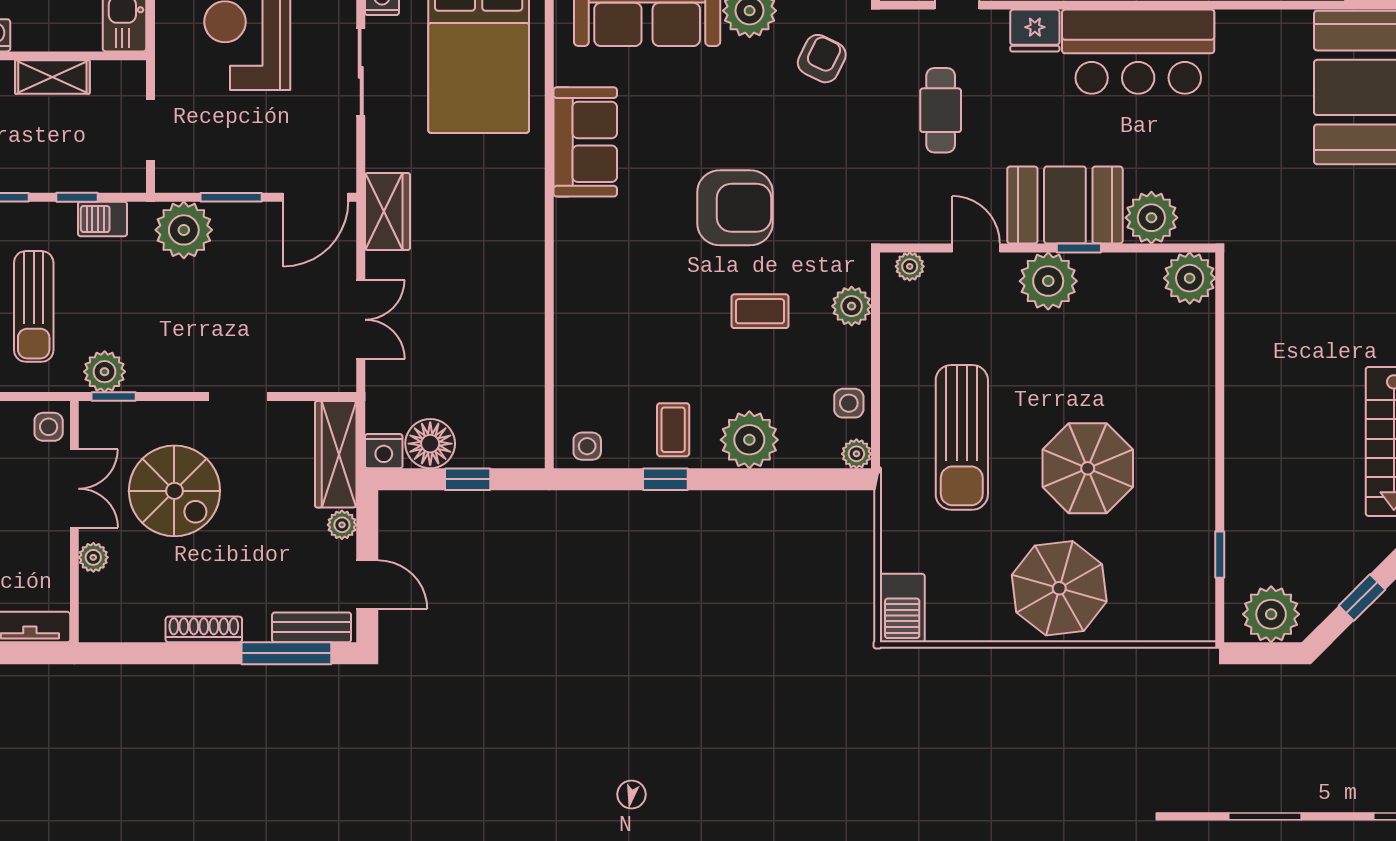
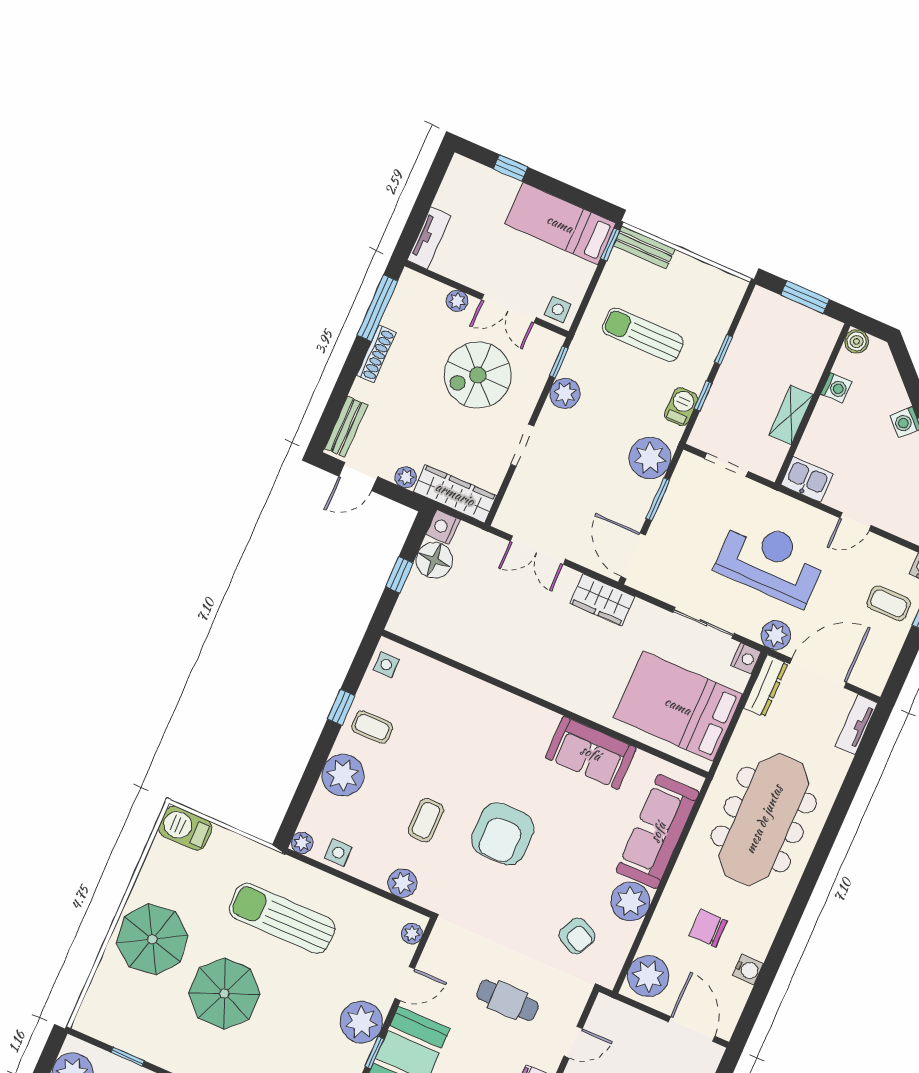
plant: (105, 372) -> (565, 393), moved
window: (286, 653) -> (377, 308), moved

